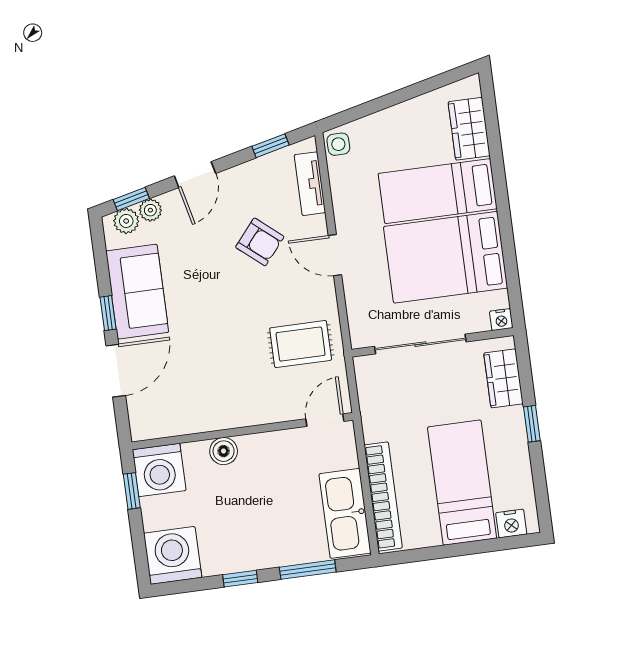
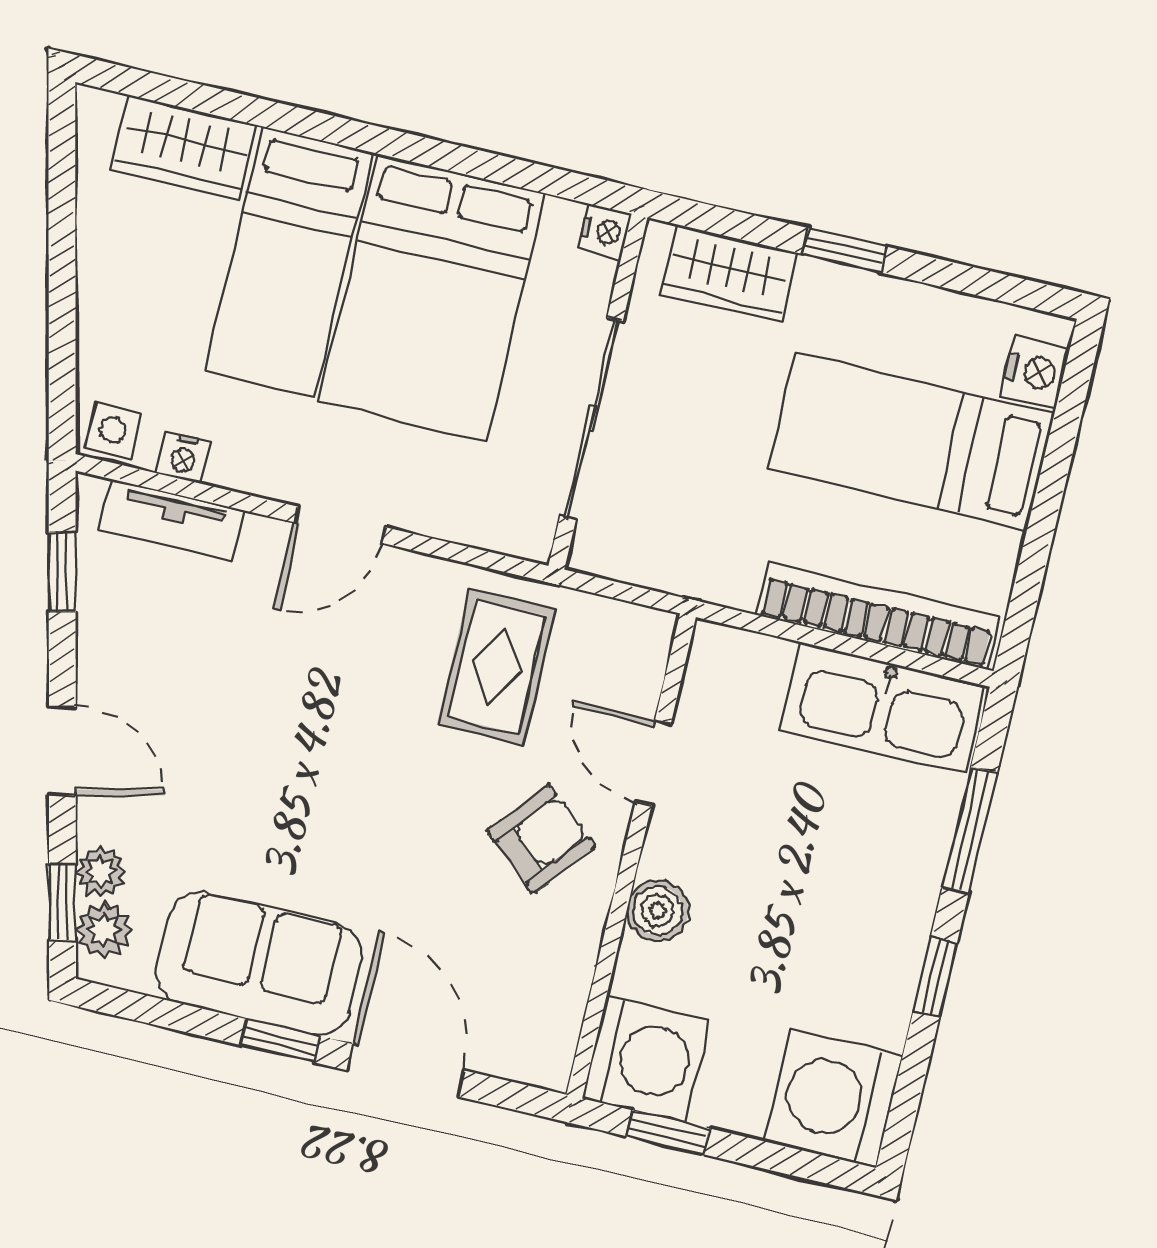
nightstand: (338, 178) -> (183, 457), added
armchair: (260, 242) -> (541, 839), moved
door: (325, 420) -> (653, 763), moved

